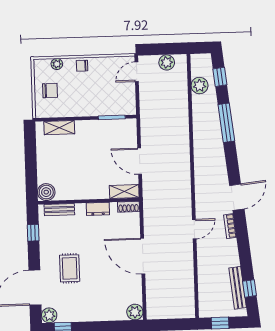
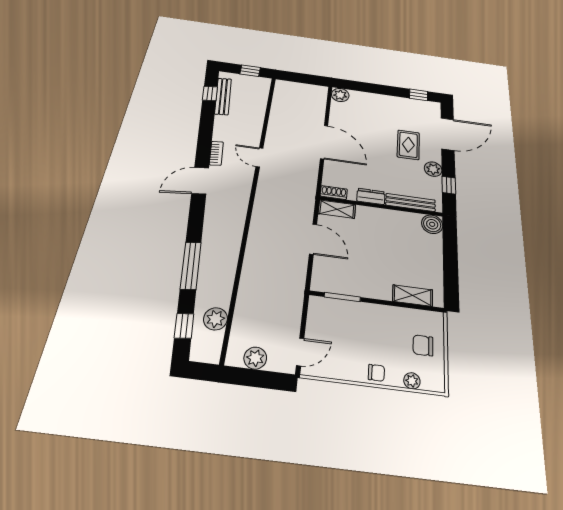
bench: (59, 210) -> (411, 203), width x1.36
door: (194, 229) -> (259, 157), hinge flipped
plant: (49, 315) -> (433, 169), moved

